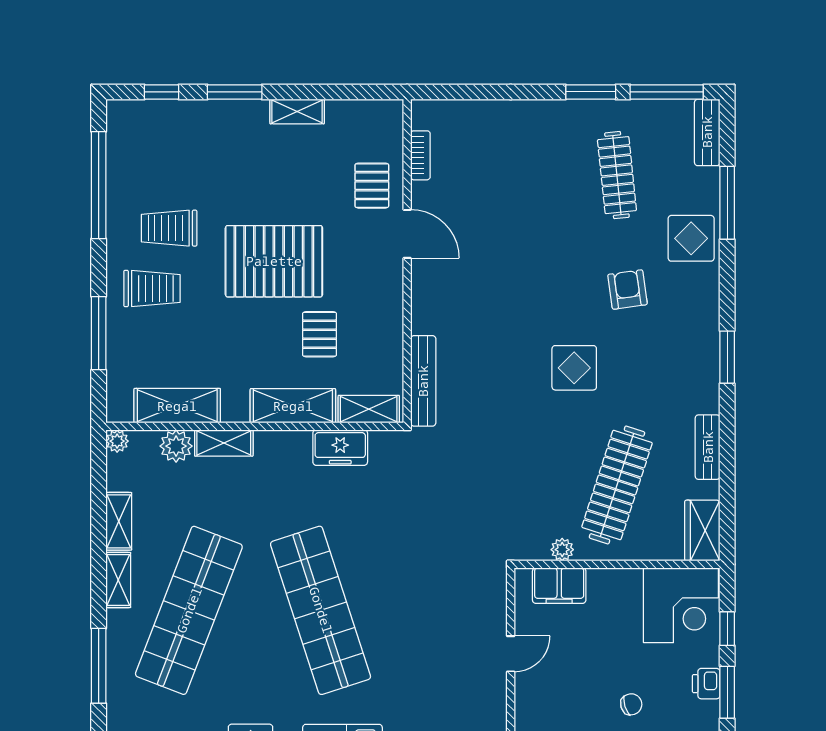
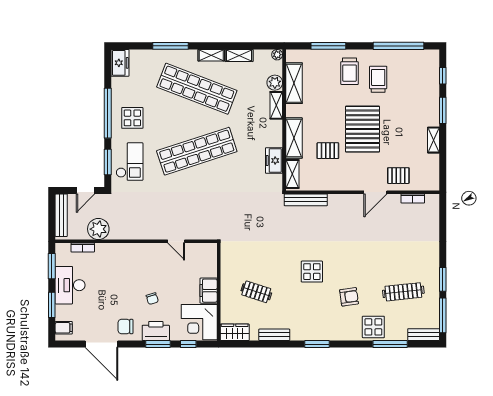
clothes rail: (617, 485) -> (256, 292), width x0.54, depth x0.76
plant: (562, 550) -> (226, 266), removed
filing cabinet: (559, 586) -> (209, 291), moved
printer: (706, 684) -> (156, 331), width x1.87, depth x1.48

